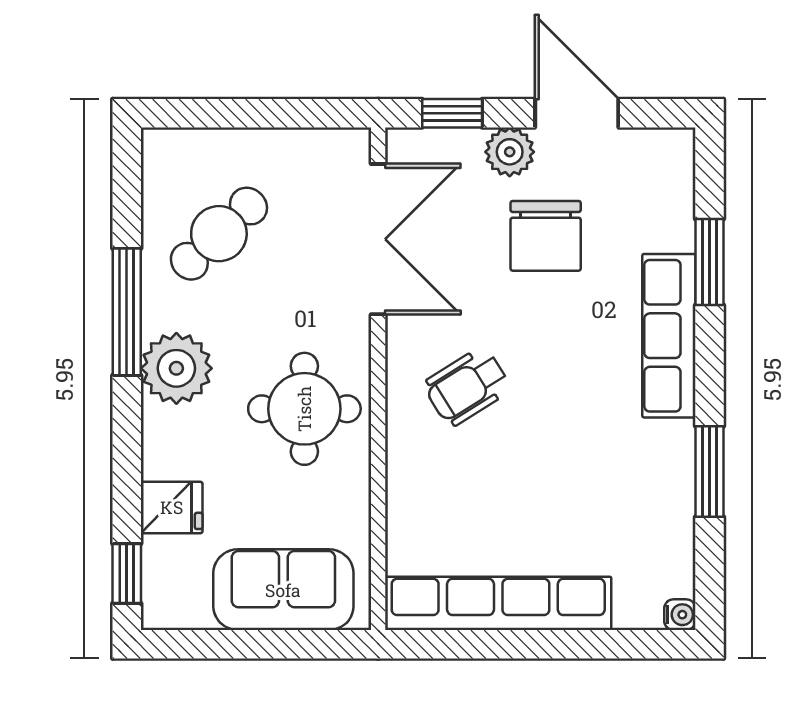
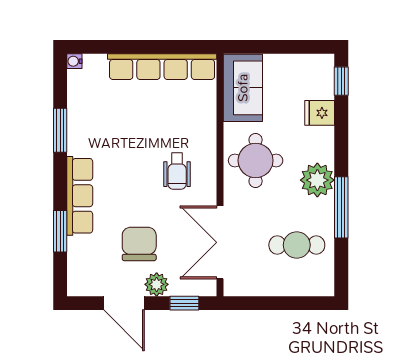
cafe table: (219, 234) -> (297, 245), turned 43
wheelchair: (467, 387) -> (177, 171), turned 122
sofa: (283, 590) -> (243, 88), moved, turned -90

